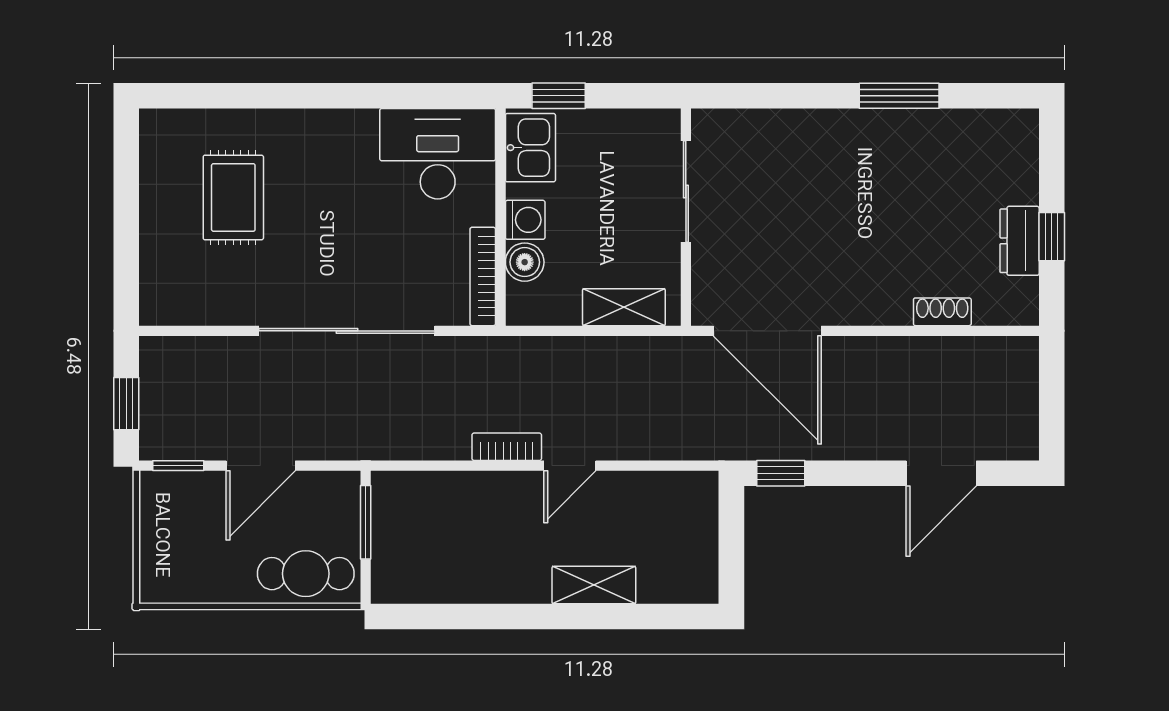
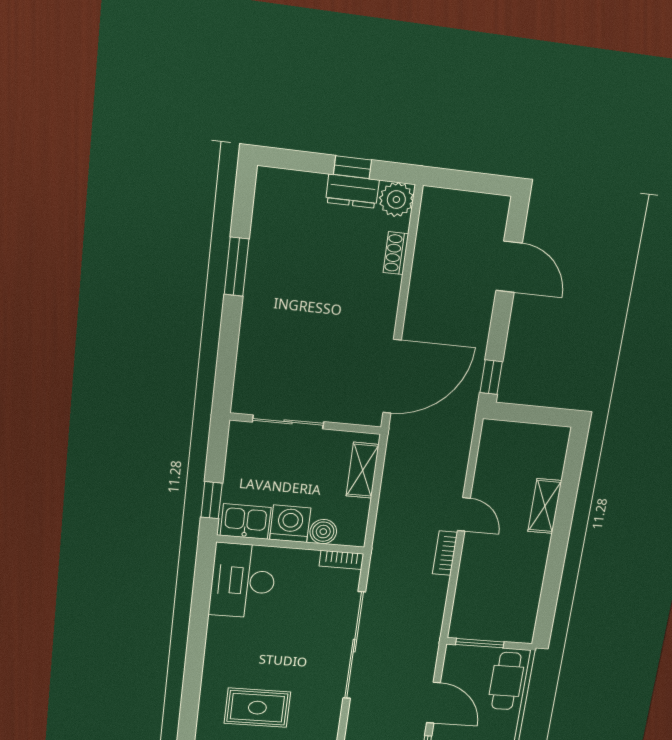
washing machine: (525, 220) -> (290, 524), width x1.38, depth x1.38
bookcase: (483, 276) -> (341, 560), width x0.64
plant: (1016, 302) -> (396, 199), added

